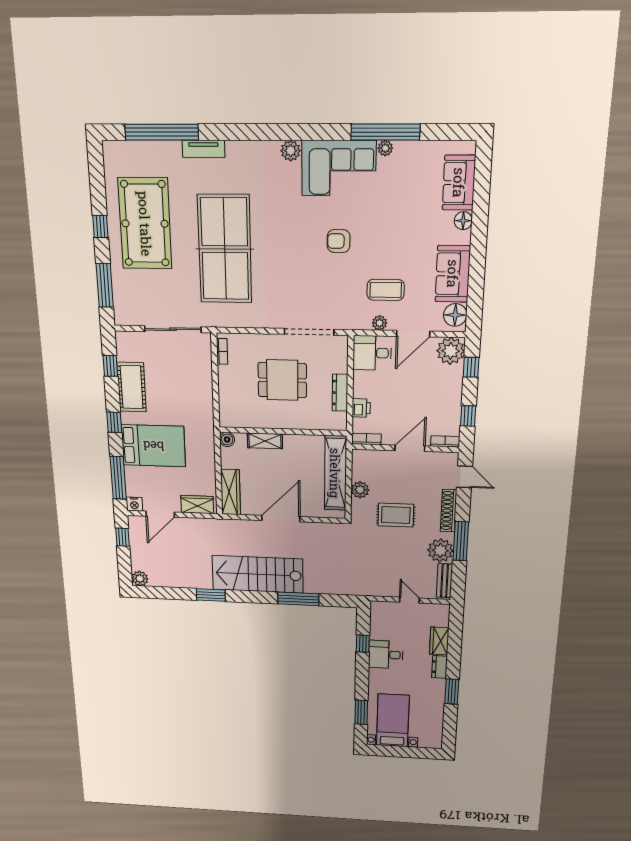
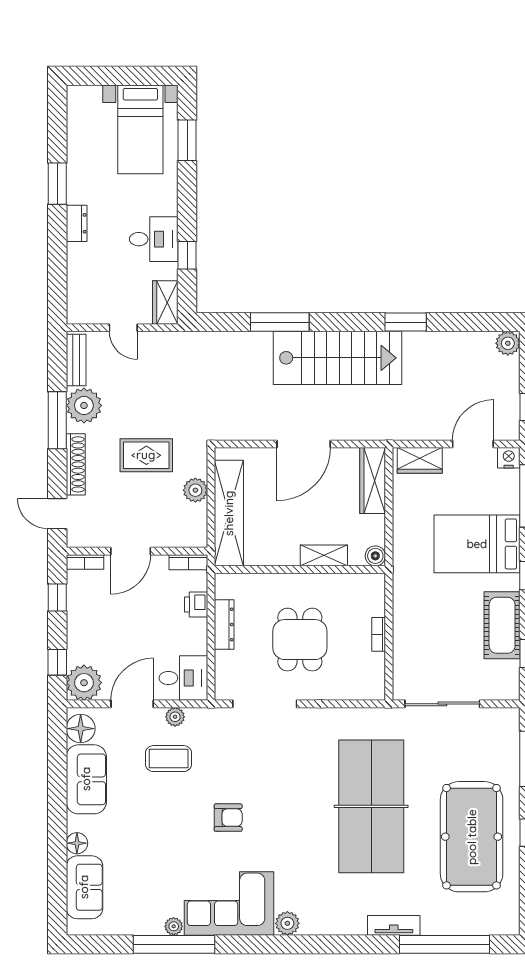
bookcase: (222, 351) -> (379, 634), moved
dining table: (282, 380) -> (300, 640), turned 90
wardrobe: (439, 641) -> (165, 302), moved, turned 180

